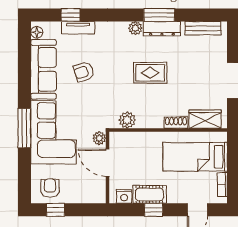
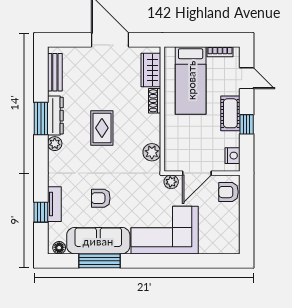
armchair: (84, 72) -> (101, 198), turned 108
window: (24, 128) -> (99, 261), moved
armchair: (50, 188) -> (229, 192), moved
cot: (149, 194) -> (230, 113), moved
window: (56, 210) -> (247, 228), removed

